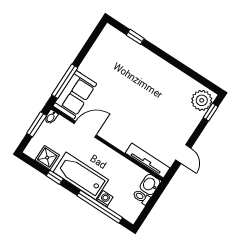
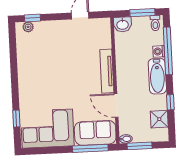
corner sofa: (108, 57) -> (47, 129), added
plant: (202, 100) -> (28, 27), width x0.53, depth x0.53
tv unit: (148, 161) -> (107, 71), moved
bathtub: (81, 176) -> (157, 76), width x0.73, depth x0.73
toilet: (141, 197) -> (155, 23), moved
window: (148, 209) -> (142, 13), added

